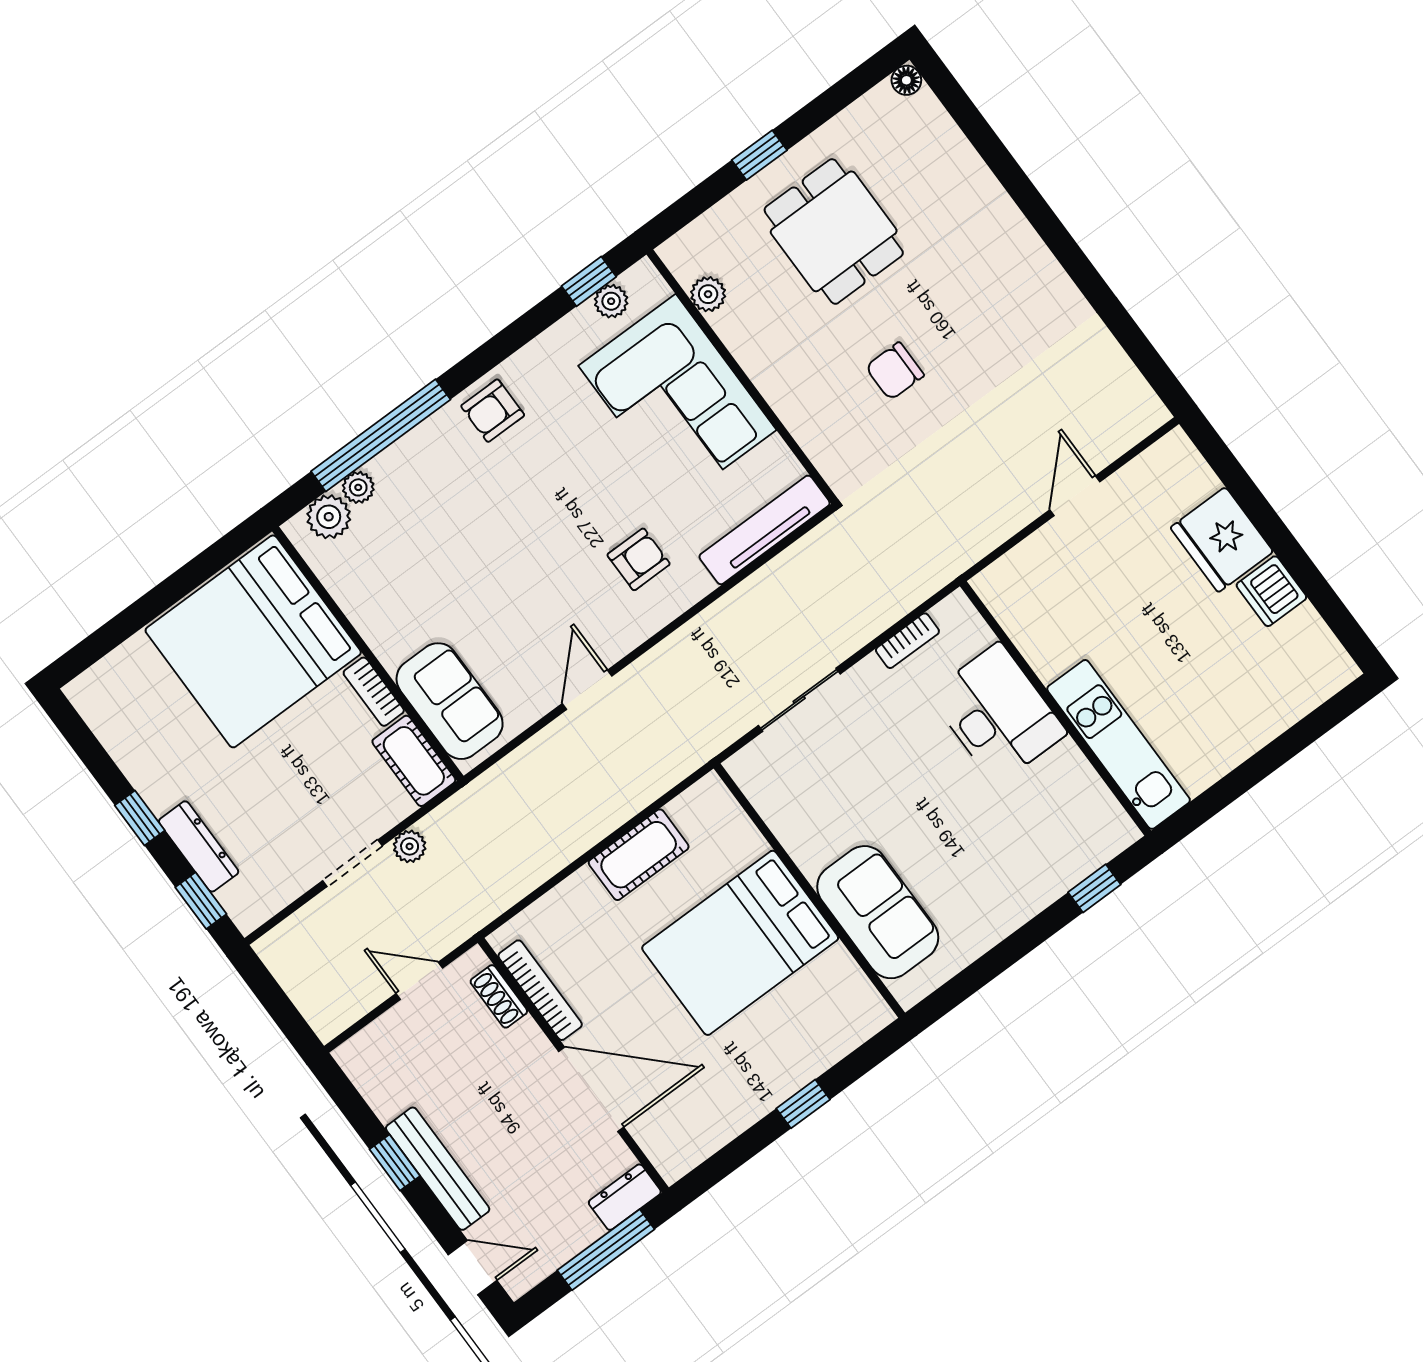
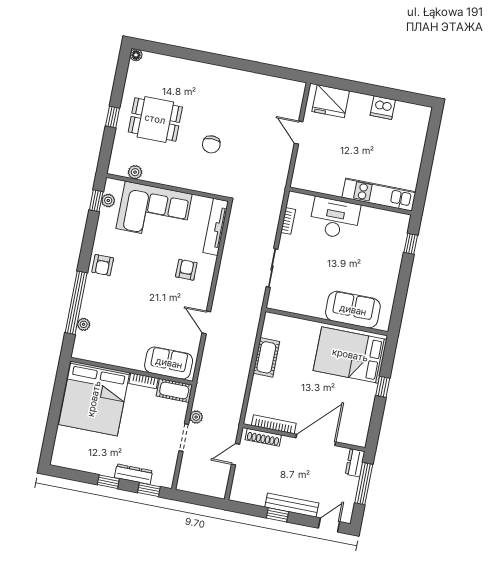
plant: (329, 517) -> (83, 341), removed
fridge: (1222, 540) -> (331, 101), moved
bed: (740, 943) -> (350, 355), moved, turned 90
shoe rack: (499, 996) -> (263, 437), width x1.43

